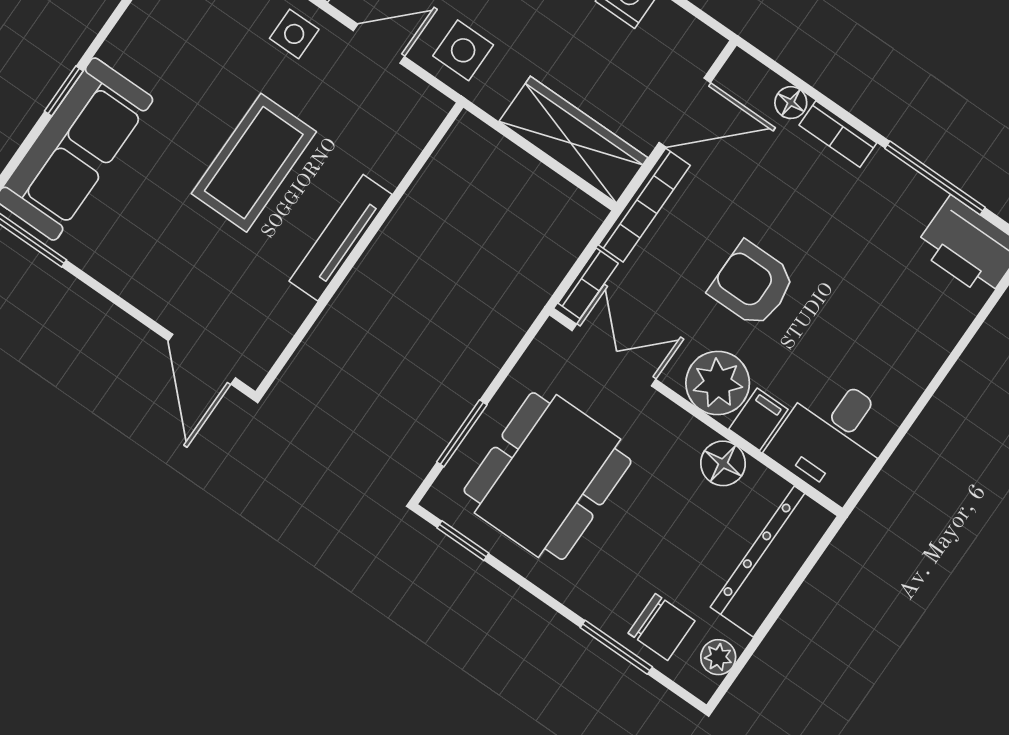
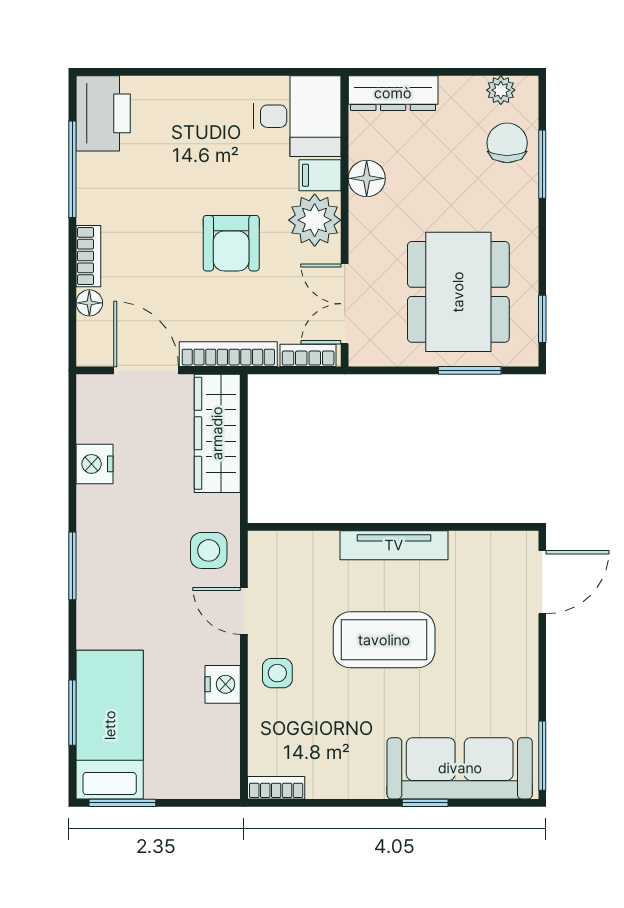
dining table: (547, 476) -> (458, 292), turned 90
dresser: (774, 562) -> (393, 93), width x0.73, depth x0.80

